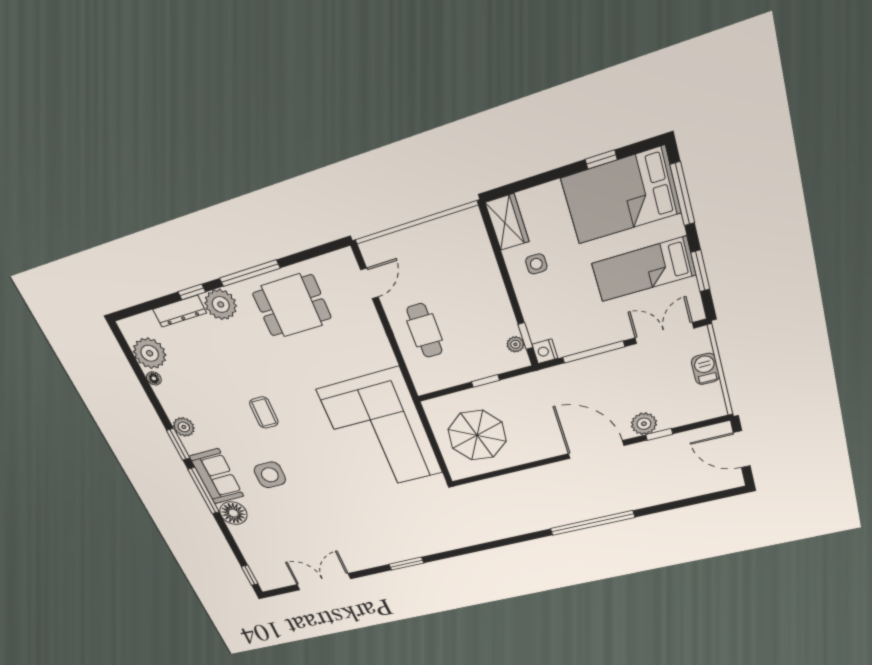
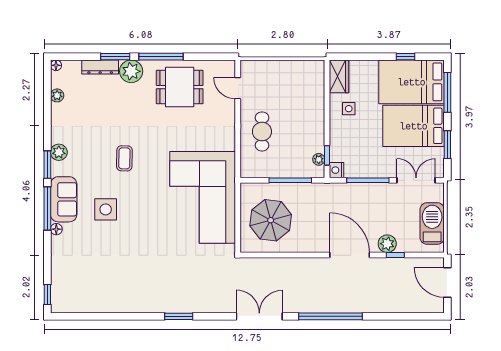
bed: (644, 269) -> (414, 126), width x1.50
door: (369, 283) -> (238, 88), swing flipped
window: (192, 292) -> (115, 57), width x1.50
plant: (150, 353) -> (57, 95), width x0.53, depth x0.53
barbecue: (705, 369) -> (432, 224), width x1.88, depth x1.53
floor lamp: (154, 378) -> (56, 65), moved
window: (485, 381) -> (290, 180), width x2.17
floor lamp: (233, 513) -> (56, 229), width x0.53, depth x0.53
double door: (324, 582) -> (259, 316), moved

